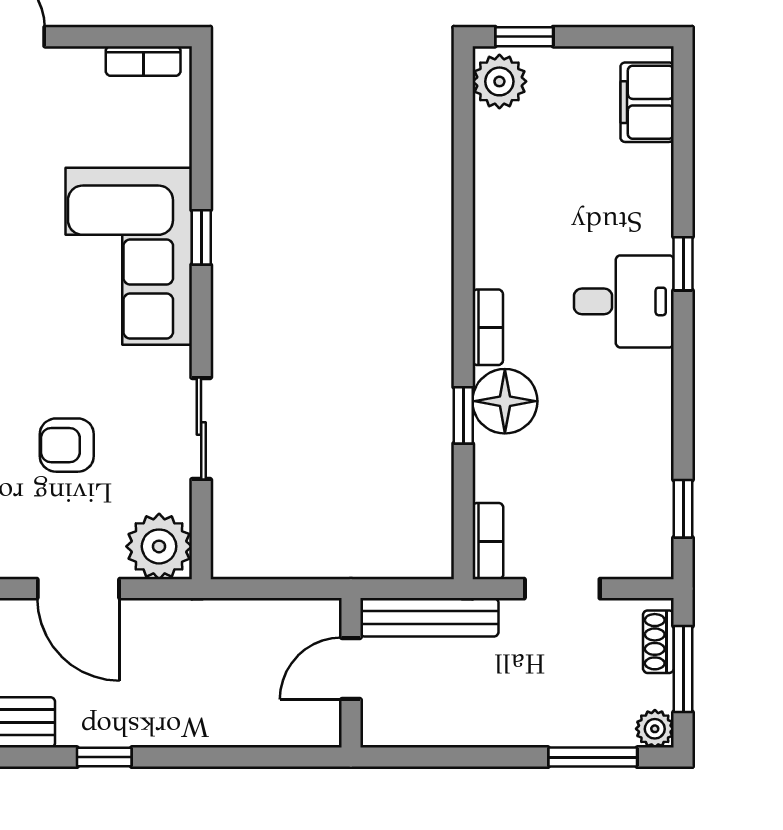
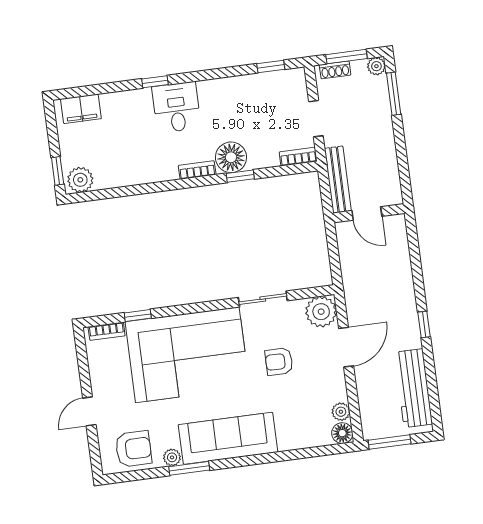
bookcase: (143, 61) -> (107, 331), moved, turned 90
window: (201, 237) -> (138, 316), moved
corner sofa: (129, 256) -> (187, 355), width x1.36, depth x1.36
armchair: (67, 445) -> (279, 362), turned 90

